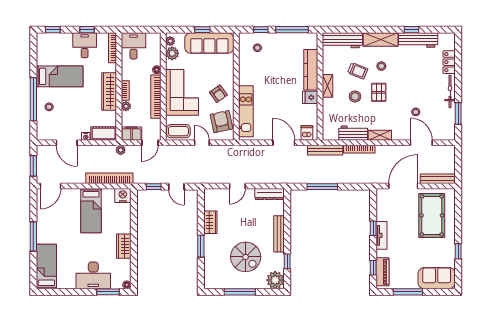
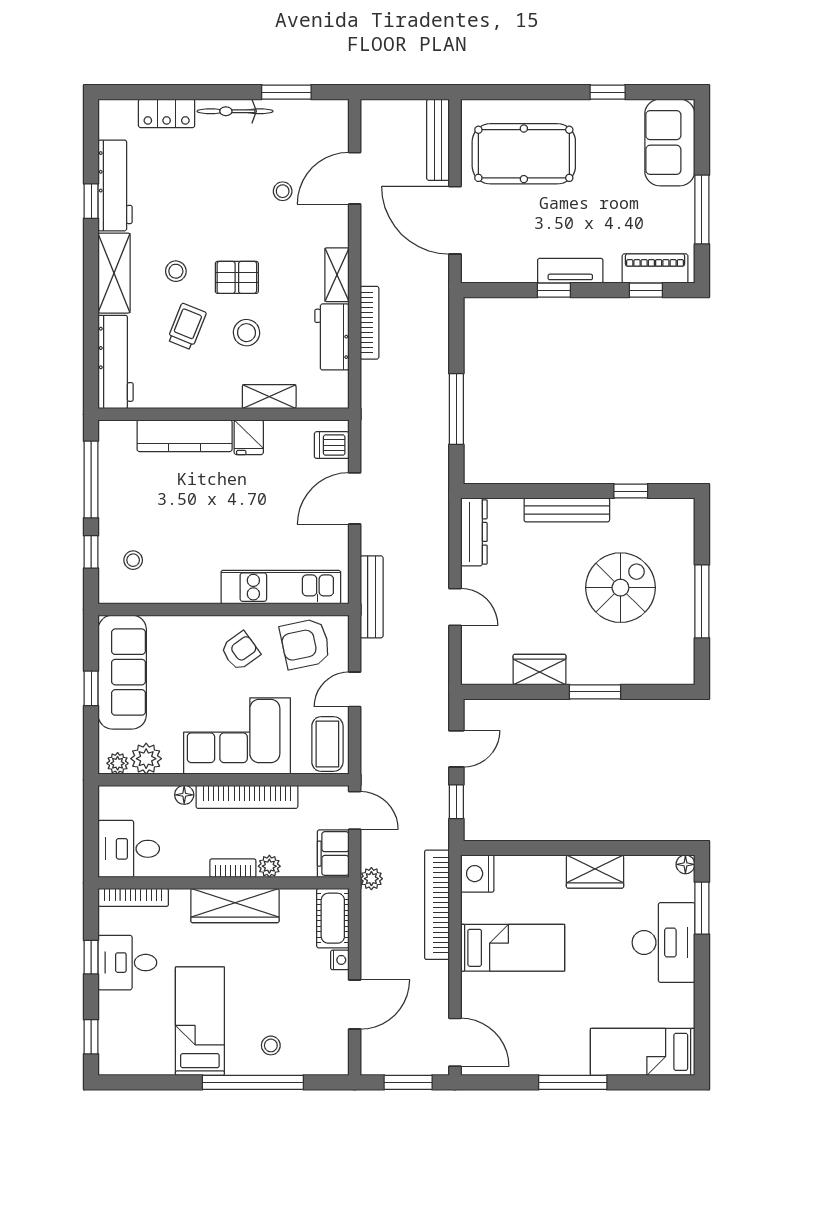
shelving: (328, 86) -> (269, 397), moved
bench: (325, 150) -> (372, 597), moved
plant: (275, 280) -> (674, 518), removed

